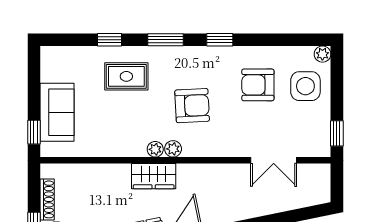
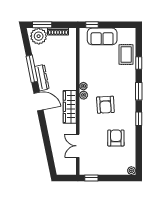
rug: (126, 76) -> (126, 54), moved
side table: (305, 86) -> (115, 162), removed
wardrobe: (154, 176) -> (70, 107), moved, width x1.50

